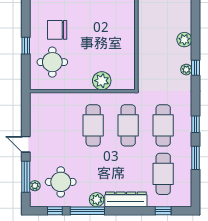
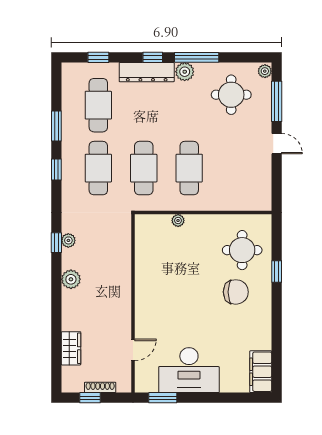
plant: (102, 81) -> (178, 220), width x0.53, depth x0.53
plant: (35, 186) -> (265, 71), moved
window: (55, 211) -> (153, 57), moved

